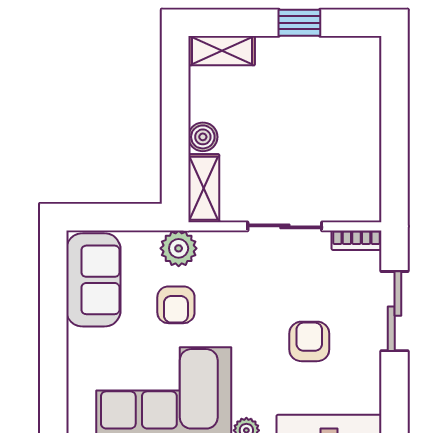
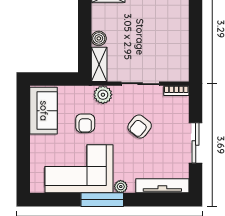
plant: (179, 248) -> (103, 95), moved
sliding door: (395, 311) -> (196, 143), moved
armchair: (309, 341) -> (140, 126), moved, turned -142

